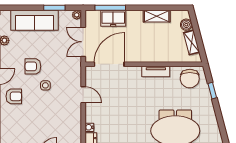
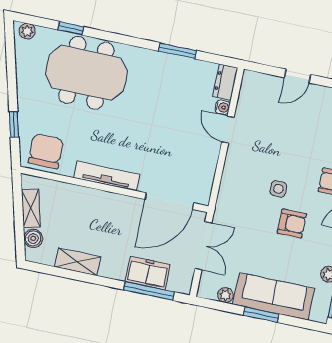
window: (54, 8) -> (261, 315), moved
plant: (77, 15) -> (225, 295), moved
tv unit: (156, 71) -> (107, 176), width x1.41
door: (83, 95) -> (228, 130), moved

